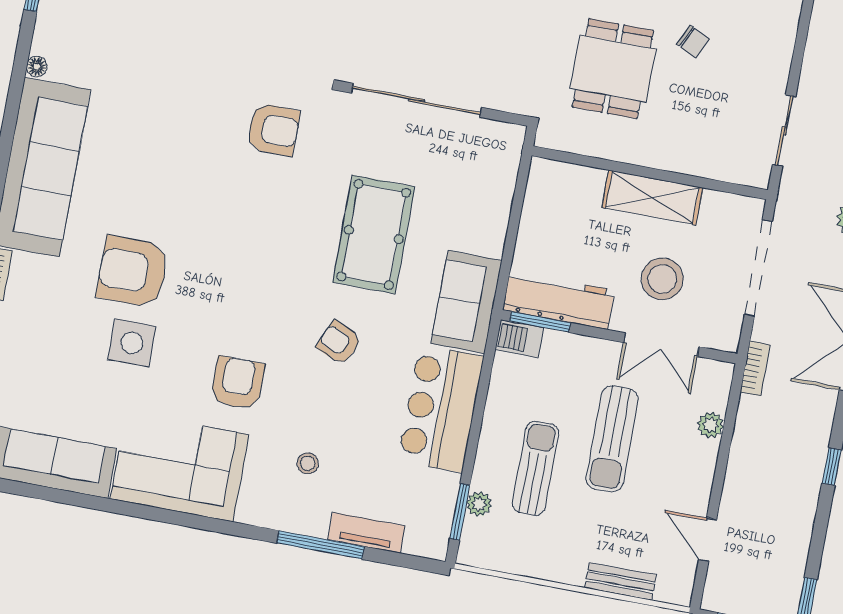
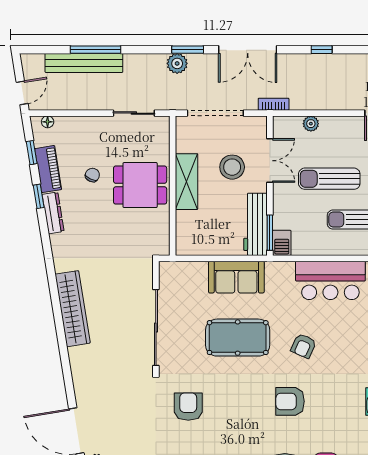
dining table: (613, 69) -> (140, 185), moved
sofa: (466, 302) -> (236, 277), moved
armchair: (238, 383) -> (290, 401), moved
sun lounger: (612, 439) -> (329, 179), turned 180

